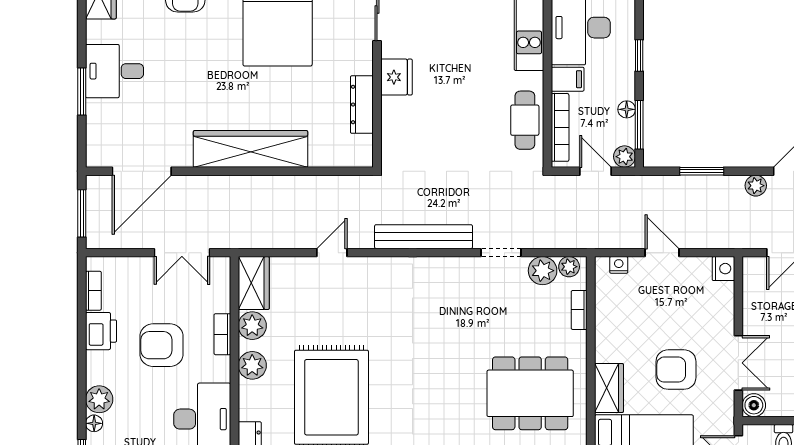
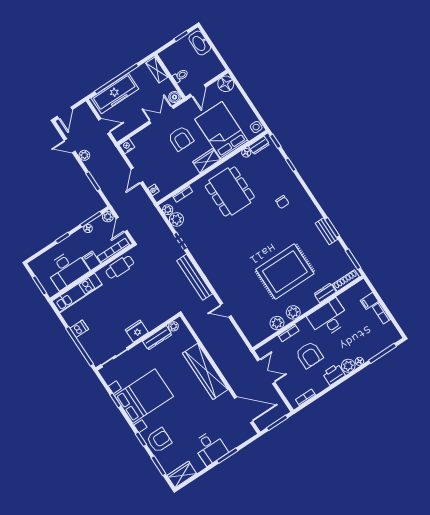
plant: (363, 145) -> (173, 326), added
wardrobe: (254, 283) -> (259, 334), removed
printer: (101, 331) -> (334, 374), moved

